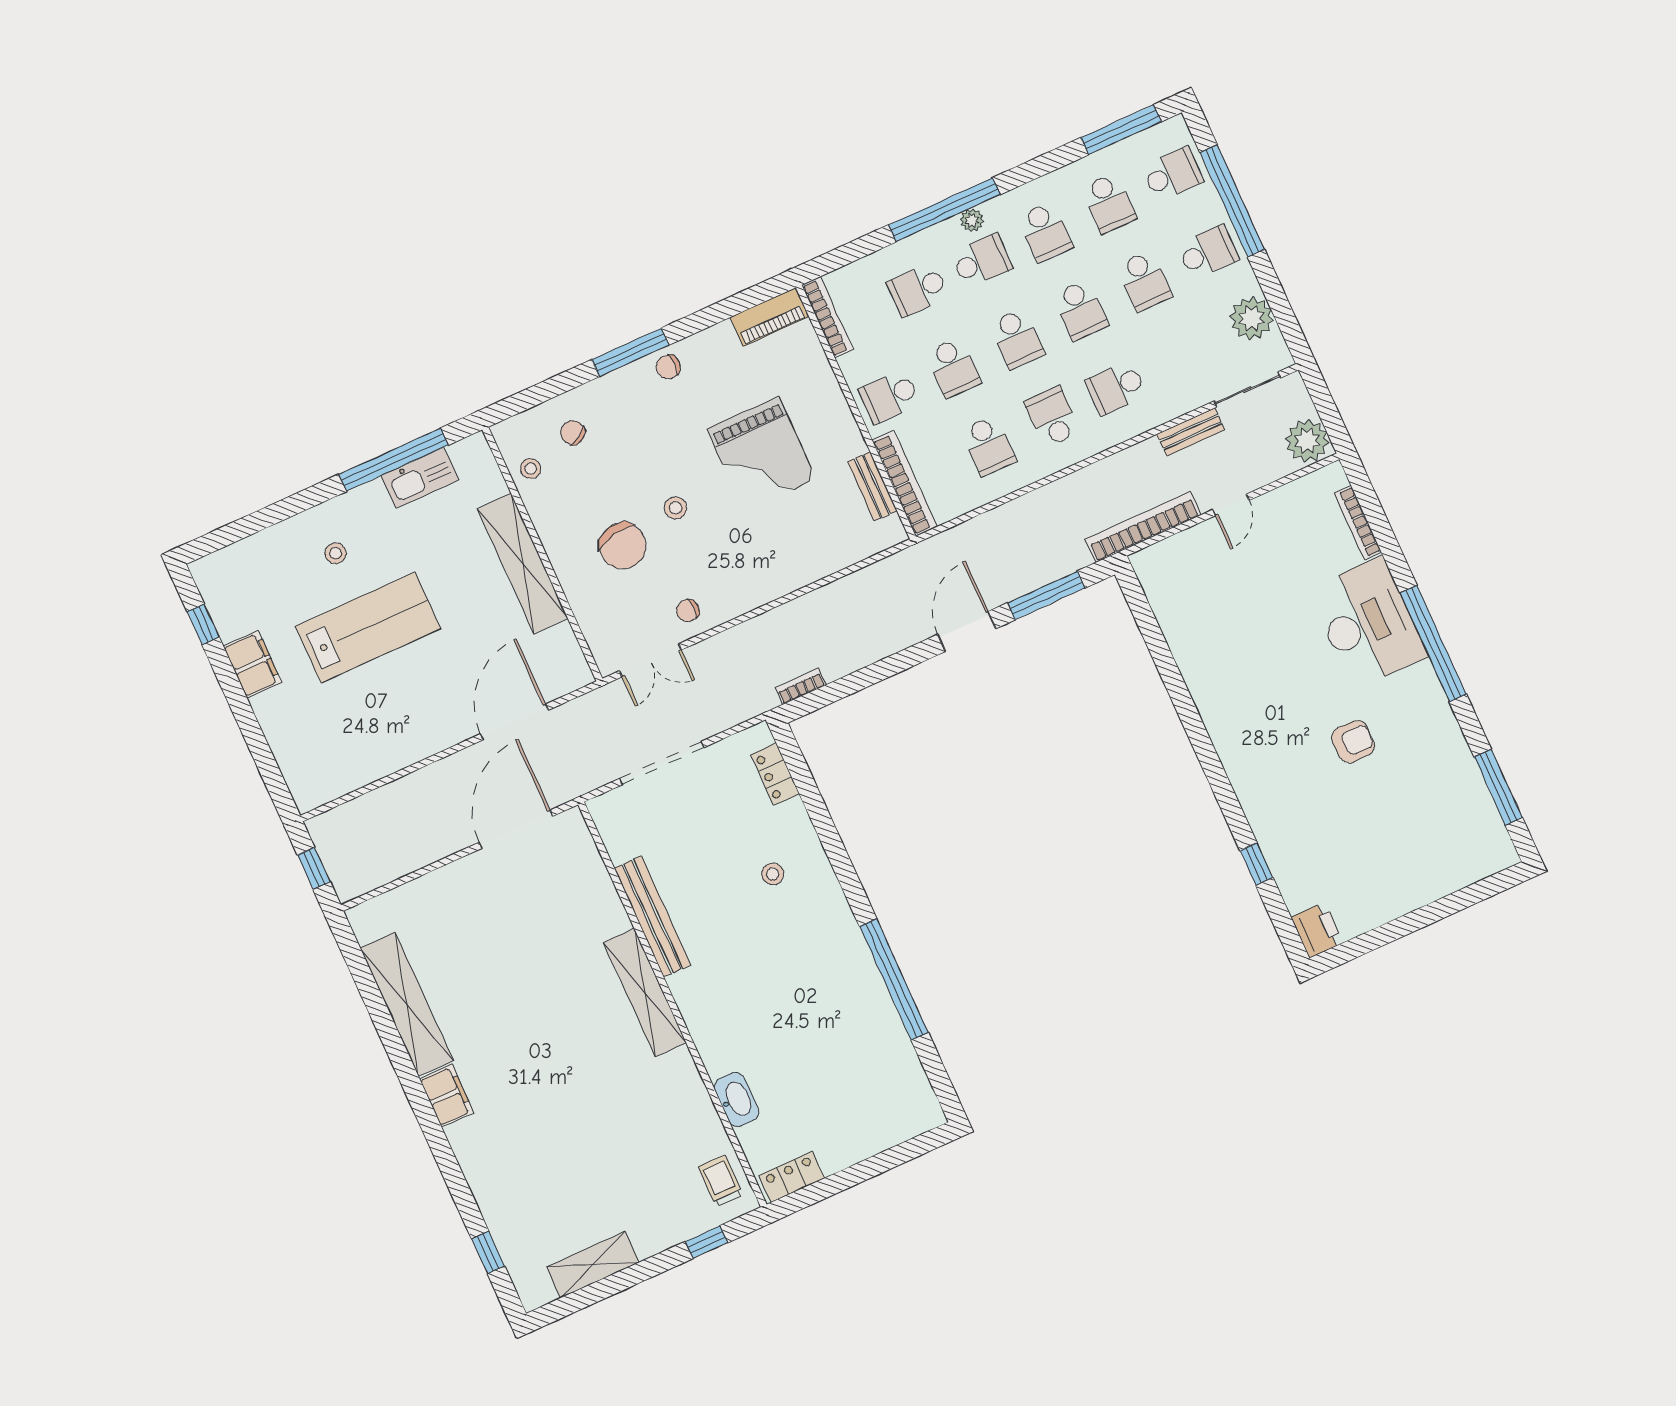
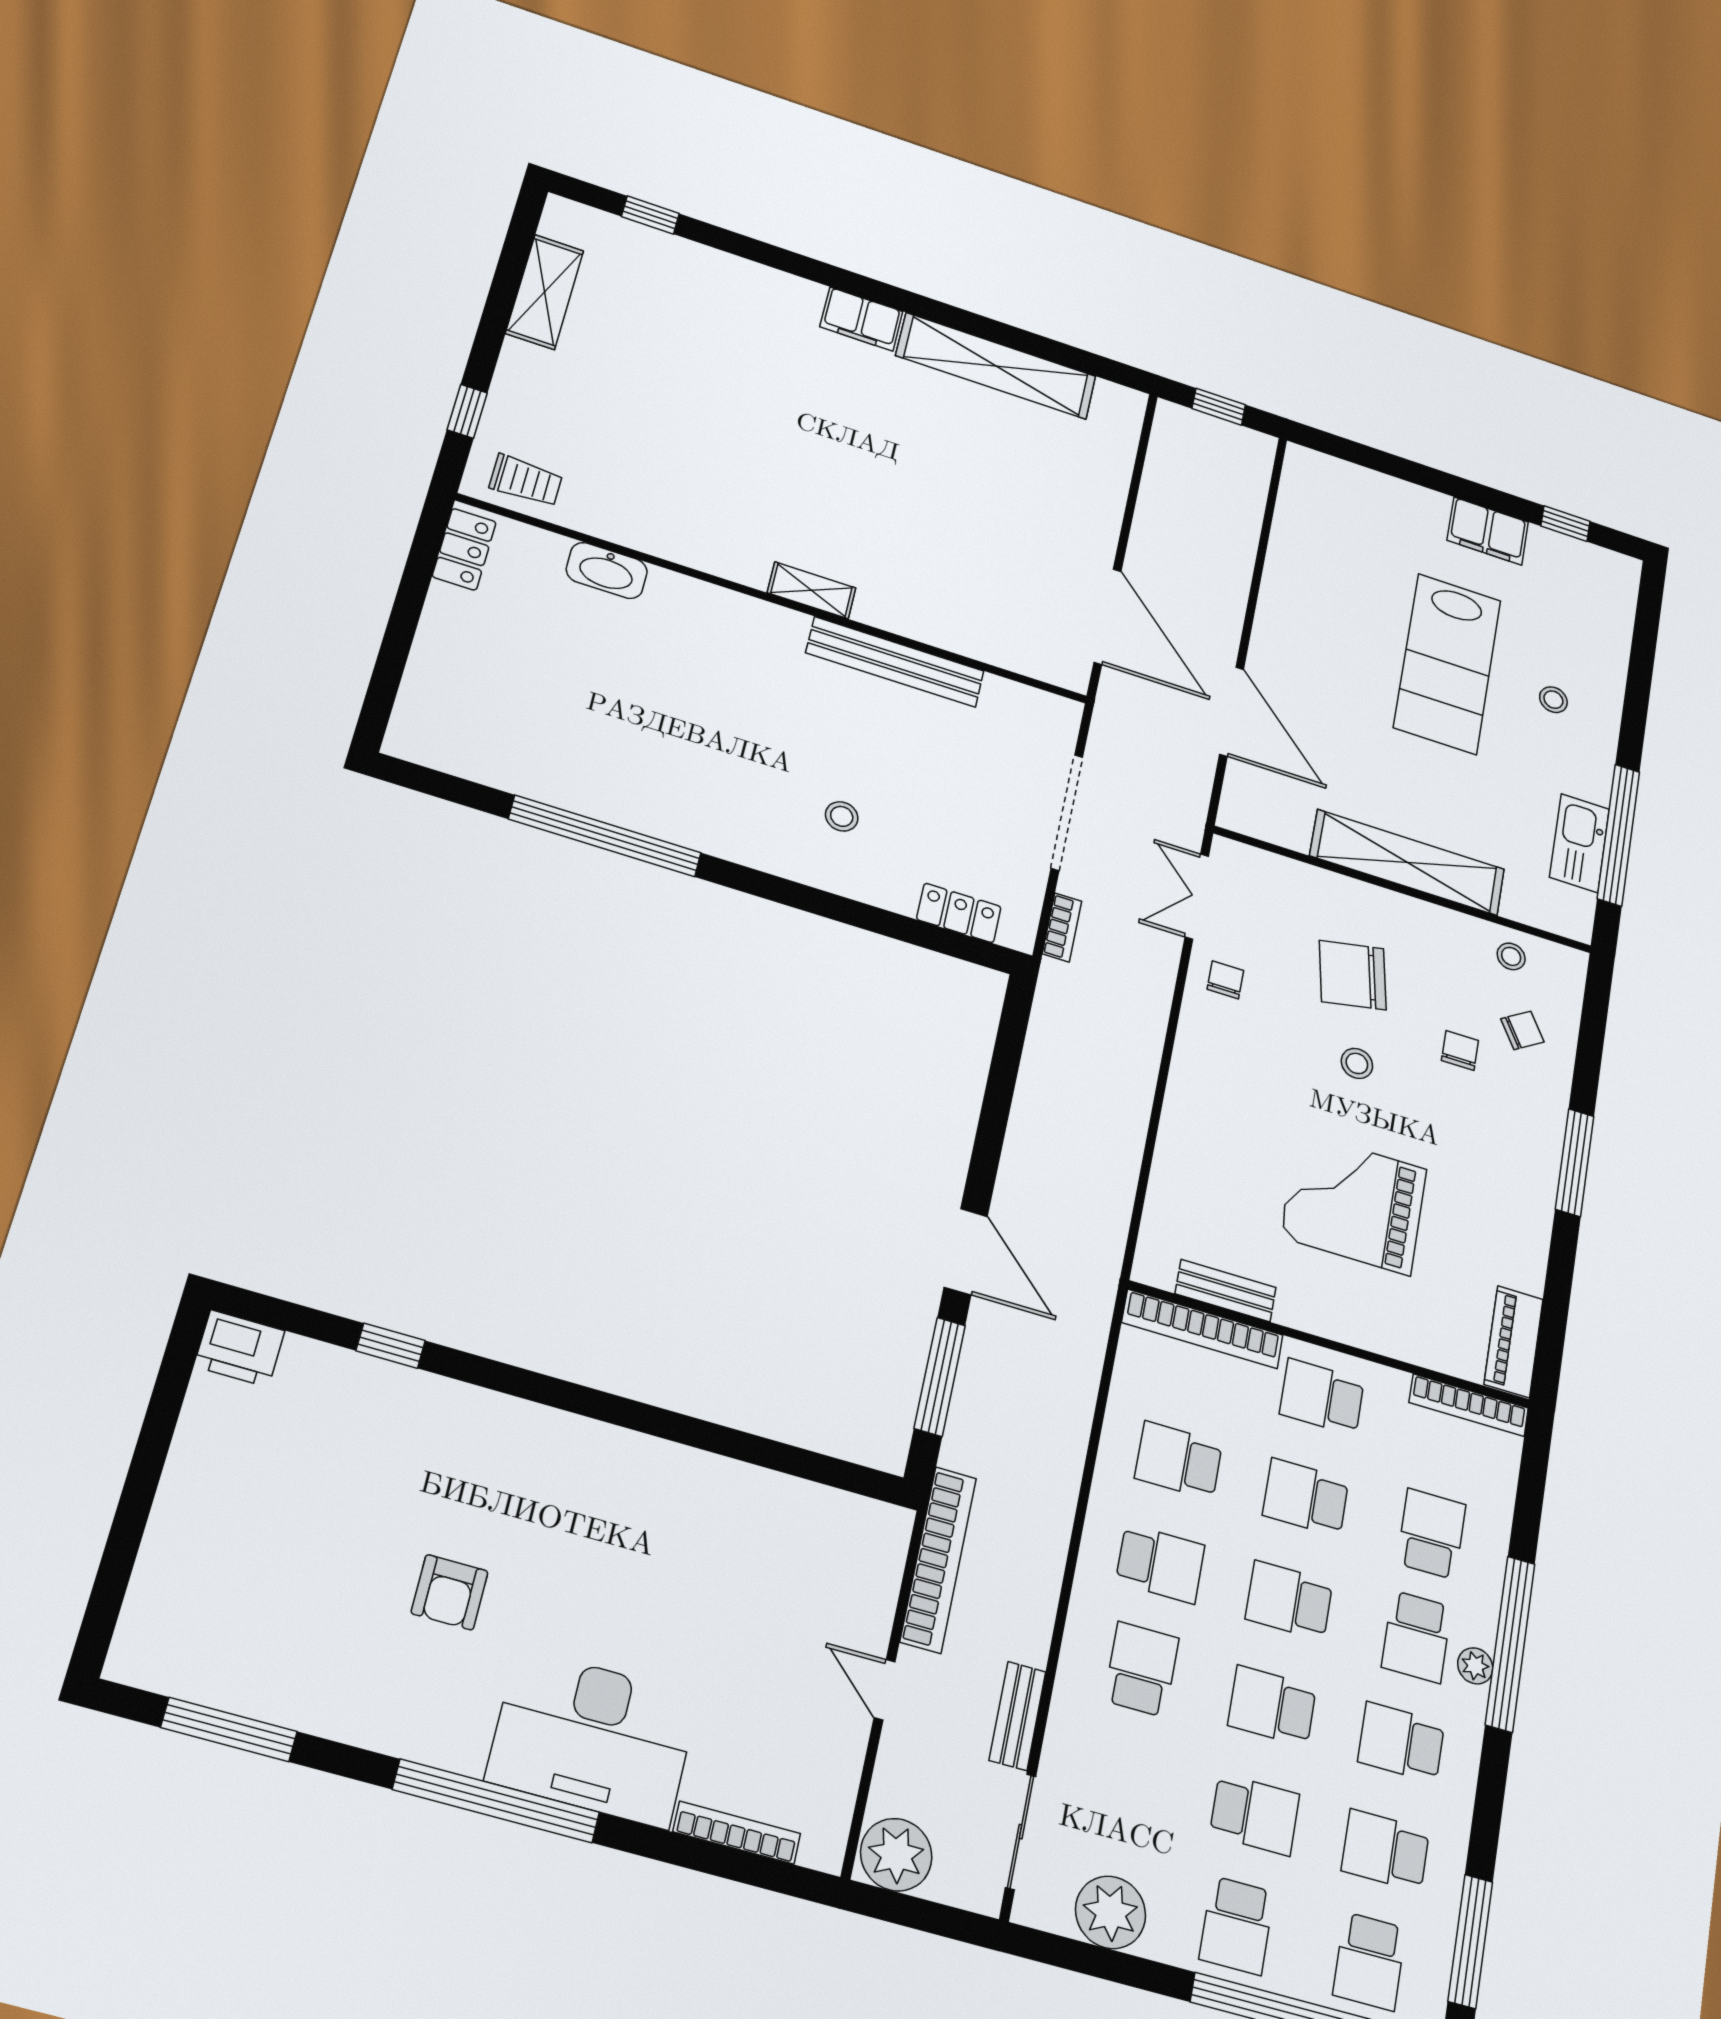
school desk: (1144, 281) -> (1255, 1814), turned 180
chair: (668, 367) -> (1460, 1050), moved
school desk: (890, 397) -> (1322, 1397), turned -90
bookcase: (801, 686) -> (1062, 927), moved
shelving: (645, 993) -> (811, 590), width x0.45, depth x0.75

